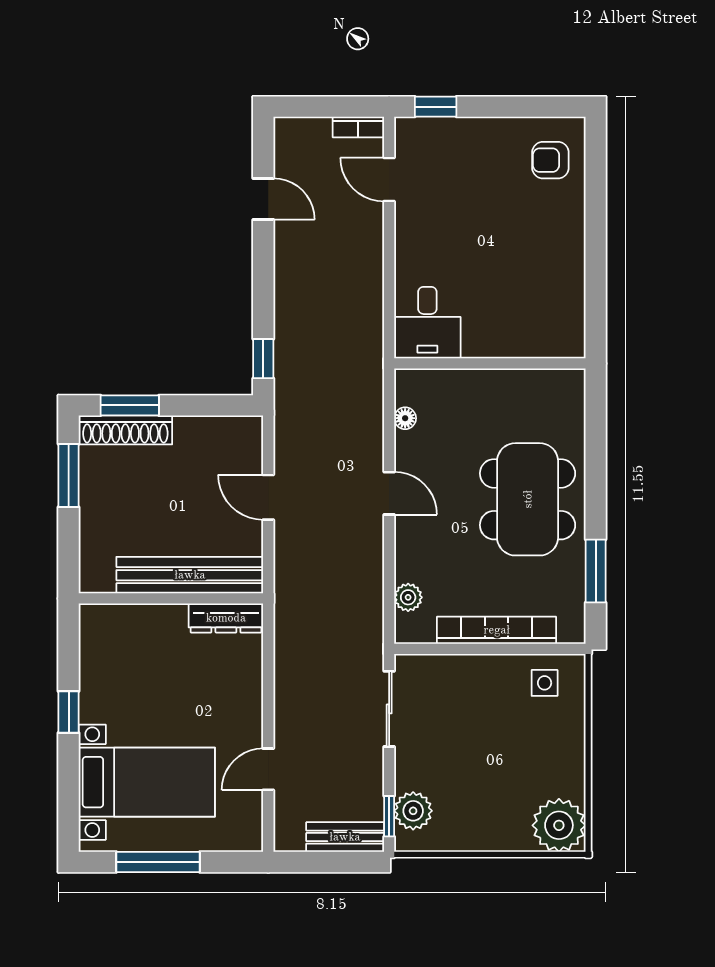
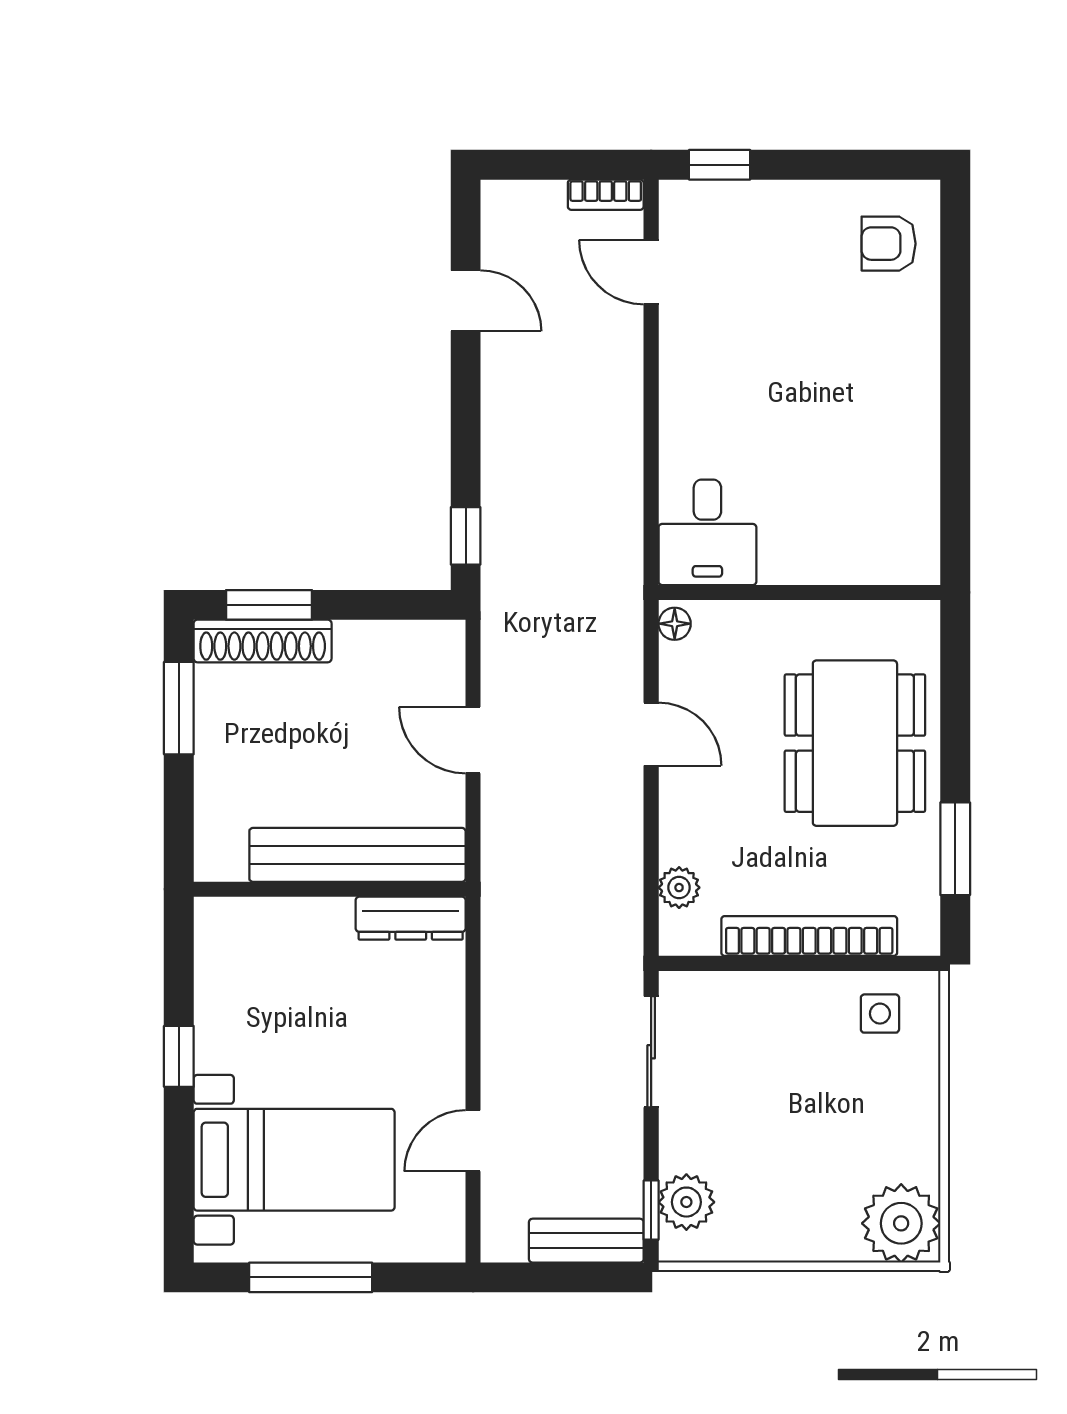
desk: (427, 323) -> (707, 532), moved
wall: (490, 363) -> (799, 592), moved

